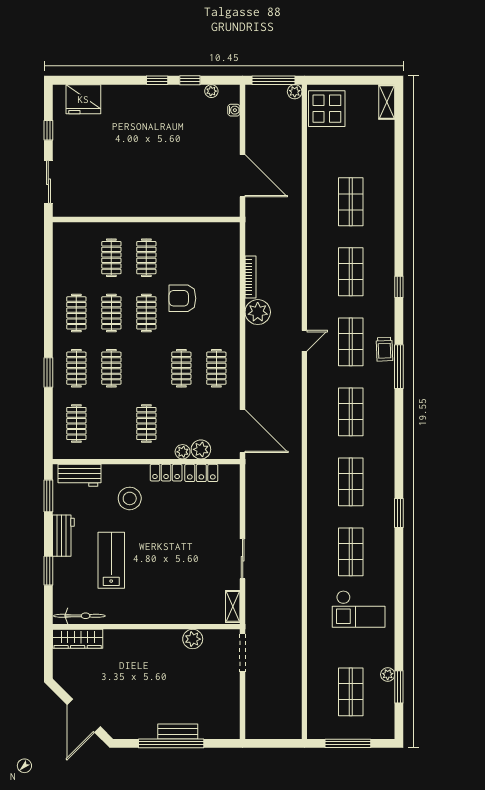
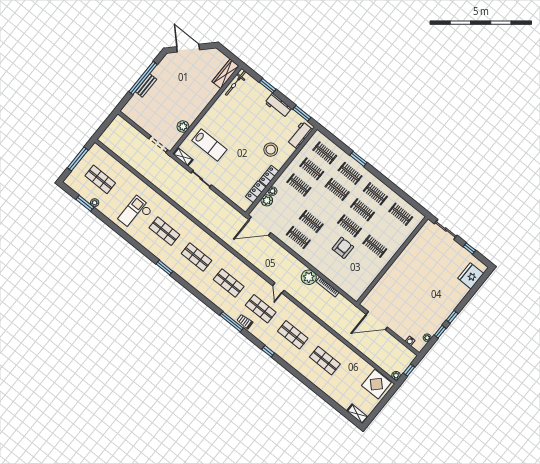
window: (274, 80) -> (409, 370), width x0.46
clothes rail: (111, 258) -> (401, 214), moved
clothes rail: (111, 423) -> (312, 169), added
lab bench: (111, 560) -> (209, 145), moved

